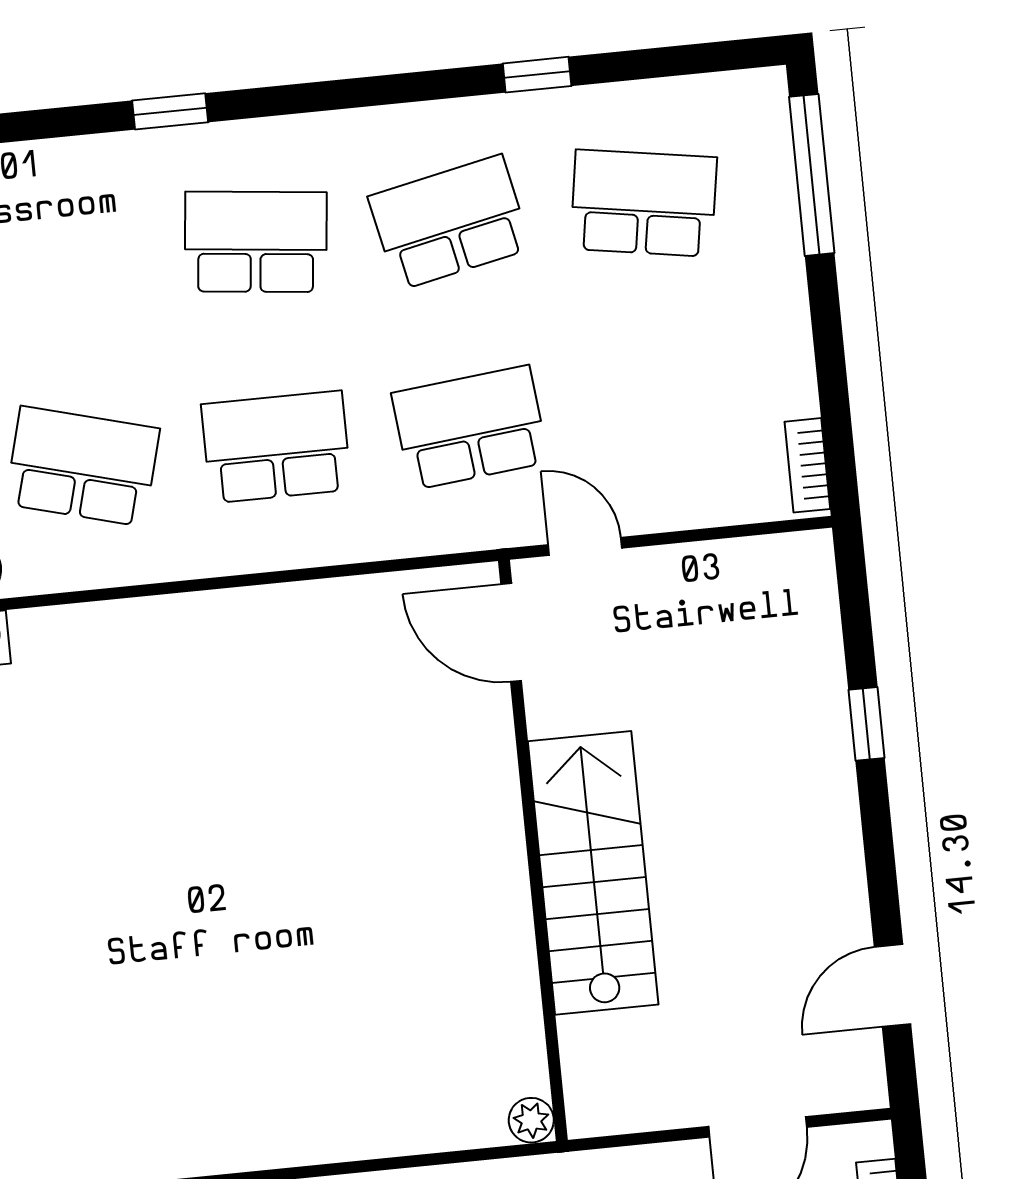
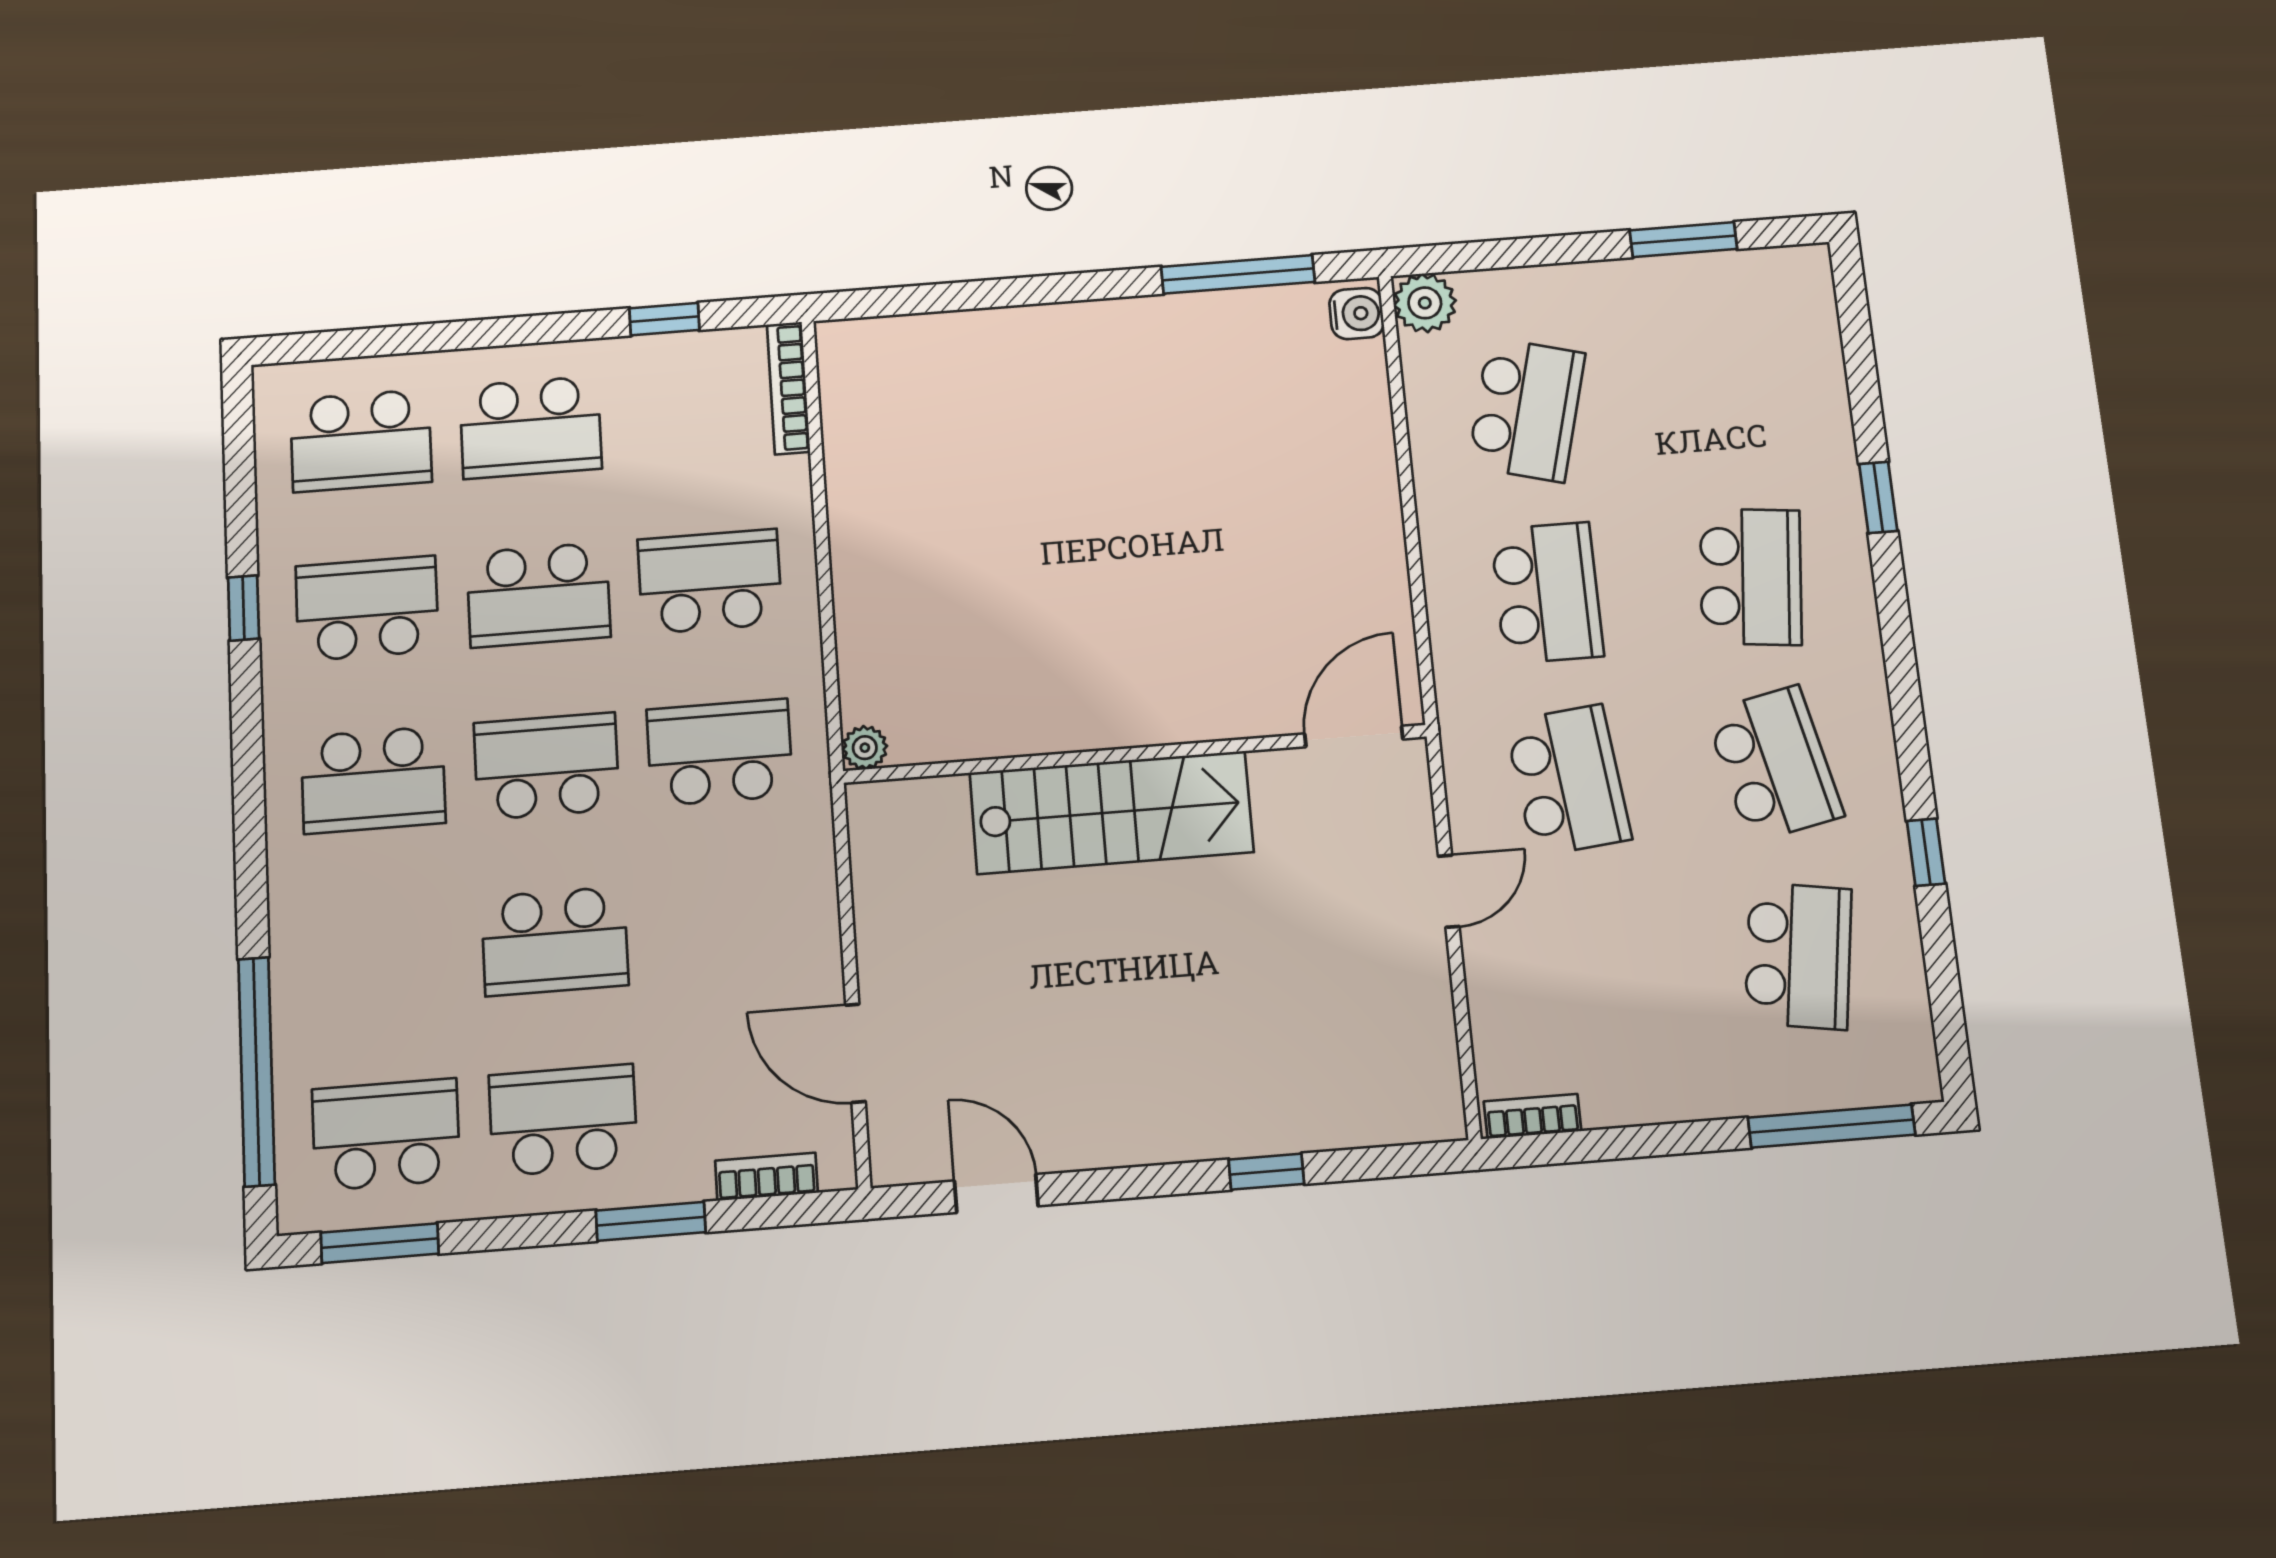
door: (511, 633) -> (1354, 736), moved
wall: (533, 850) -> (1135, 754), moved
stairs: (593, 873) -> (1111, 812), moved
plant: (531, 1120) -> (865, 748), moved

